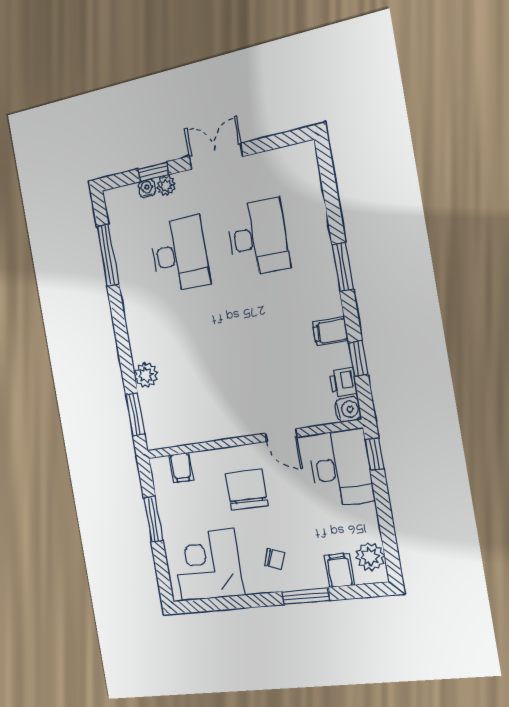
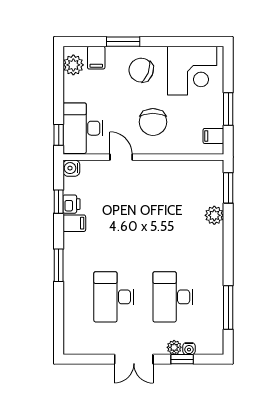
printer: (343, 382) -> (71, 204), moved
filing cabinet: (181, 468) -> (213, 136), moved, turned -90
chair: (275, 559) -> (141, 70), width x1.87, depth x1.87

